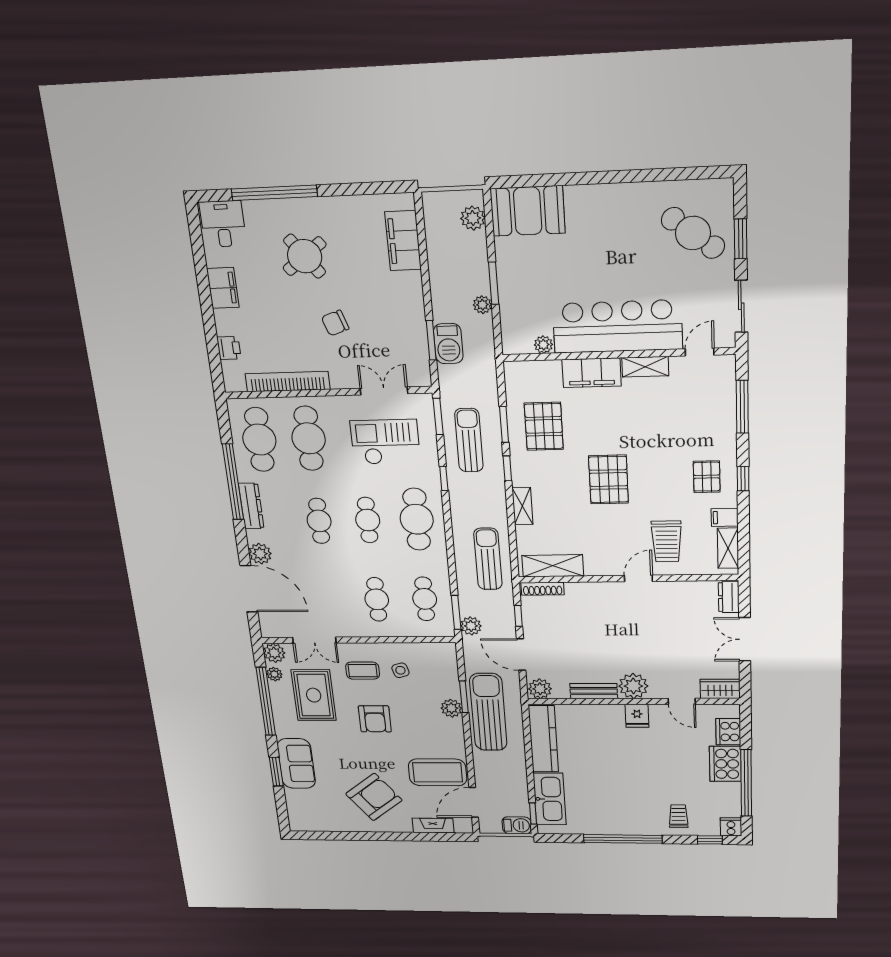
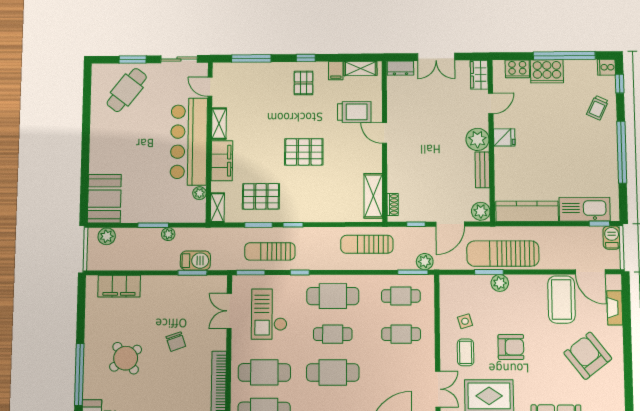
pallet: (707, 477) -> (303, 83), turned 90
shelving: (522, 506) -> (217, 208), moved, turned 90
cafe table: (319, 521) -> (333, 372), width x1.37, depth x1.35
shoe rack: (543, 589) -> (393, 204), width x0.70
trolley: (678, 816) -> (598, 108), turned -65

